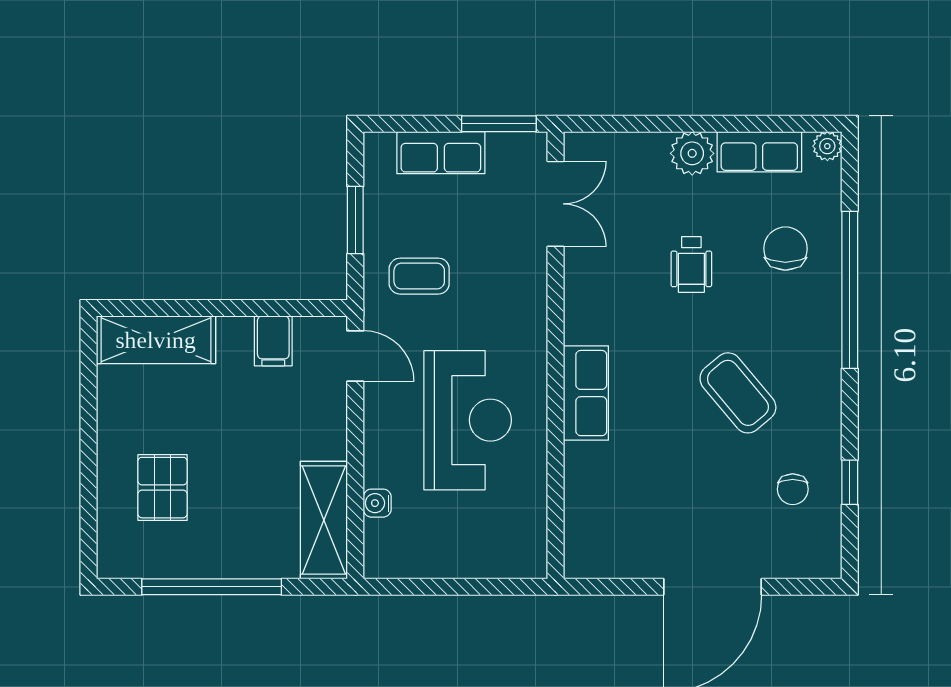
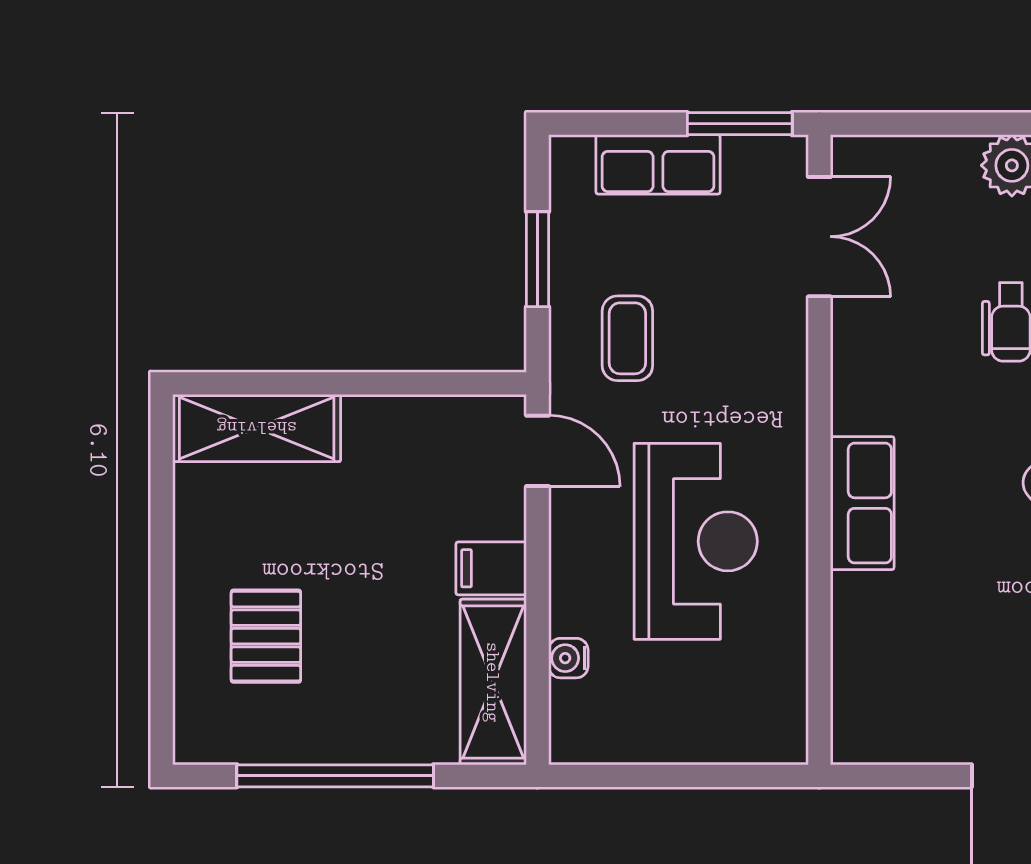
coffee table: (419, 276) -> (627, 338), turned 90
filing cabinet: (273, 341) -> (491, 568), moved, turned 90

